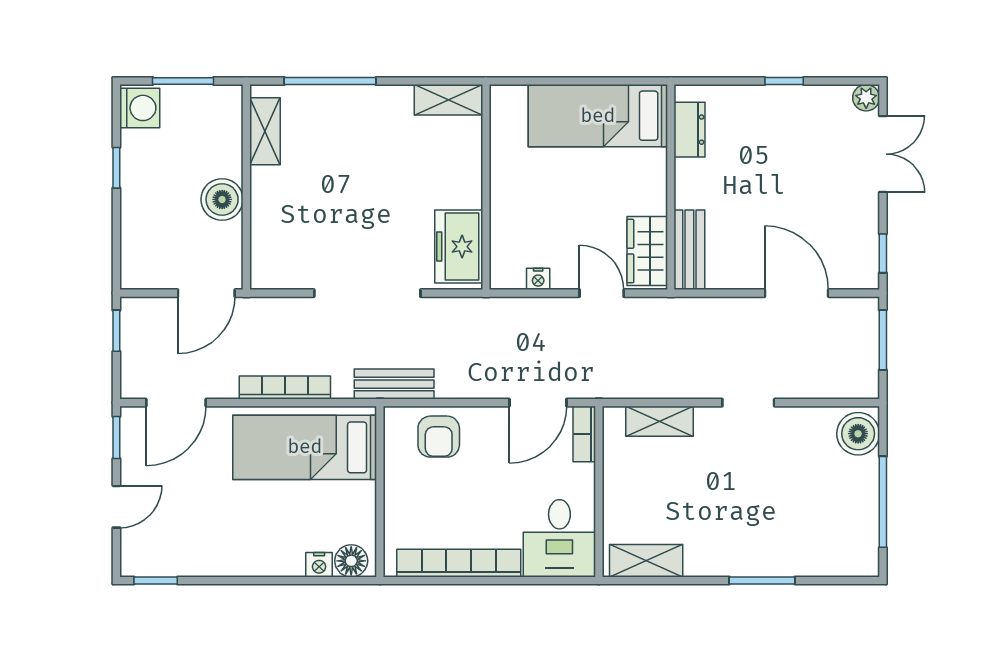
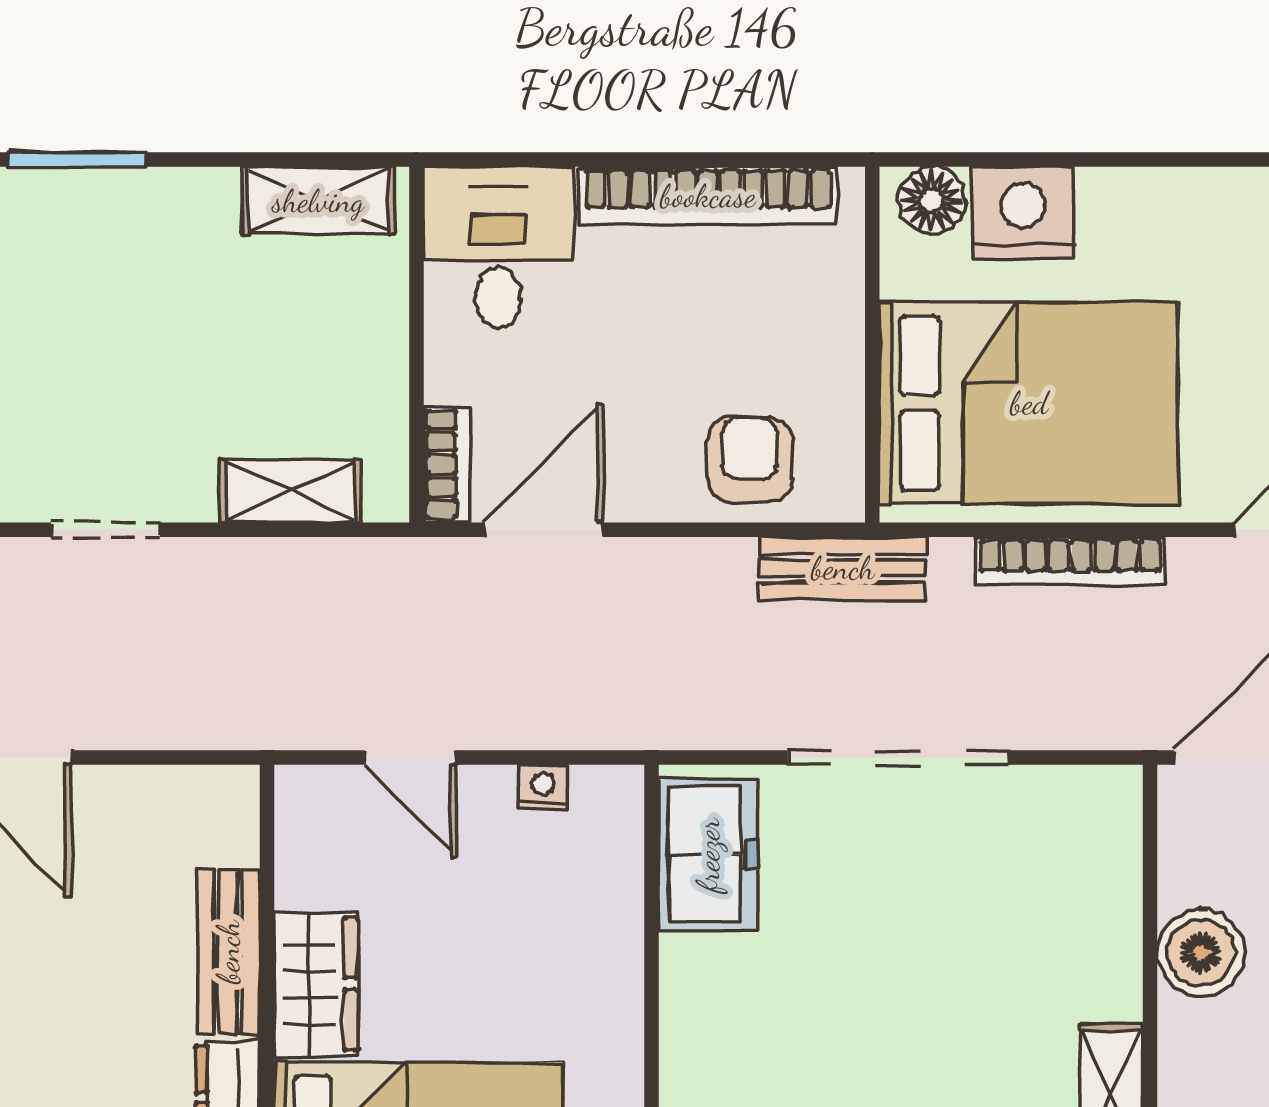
bench: (689, 250) -> (228, 952), moved
wardrobe: (647, 251) -> (316, 984), moved
bed: (305, 447) -> (1029, 403), width x1.50
nightstand: (319, 565) -> (1023, 213), width x1.89, depth x1.79

